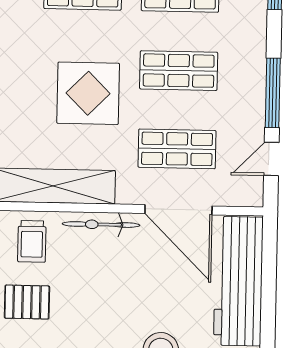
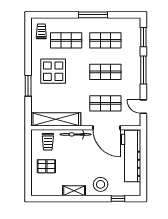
display table: (88, 93) -> (53, 71), moved
window: (273, 93) -> (143, 70), moved
door: (271, 159) -> (143, 107), hinge flipped

